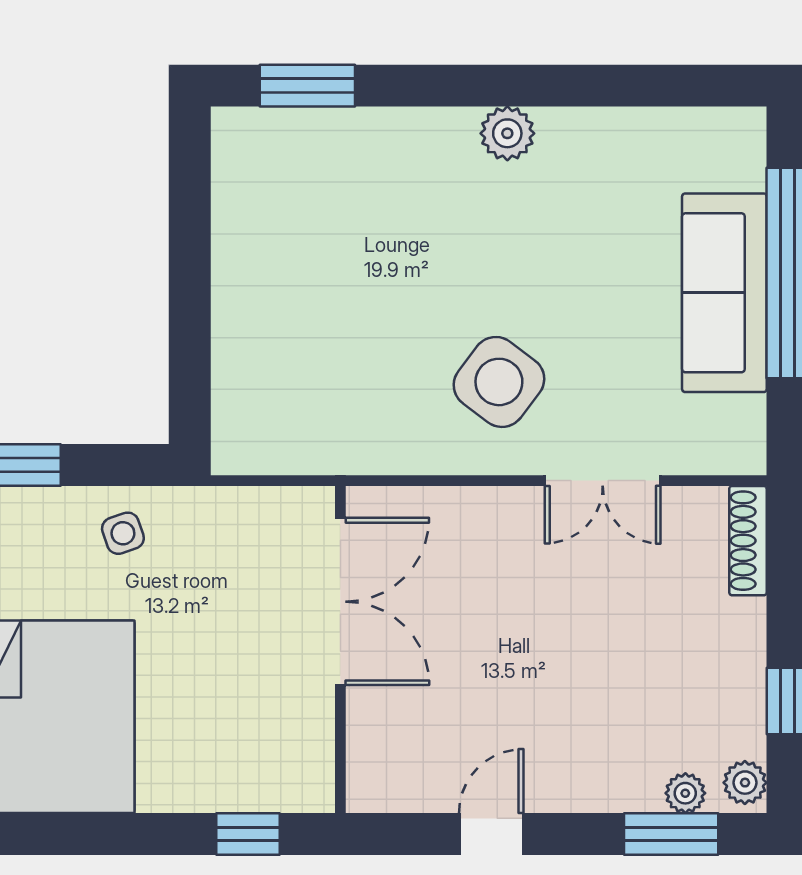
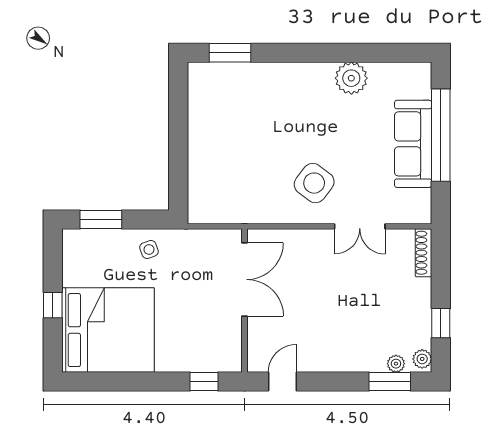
plant: (507, 133) -> (351, 78), moved, width x1.36, depth x1.36
door: (491, 834) -> (282, 382), moved

